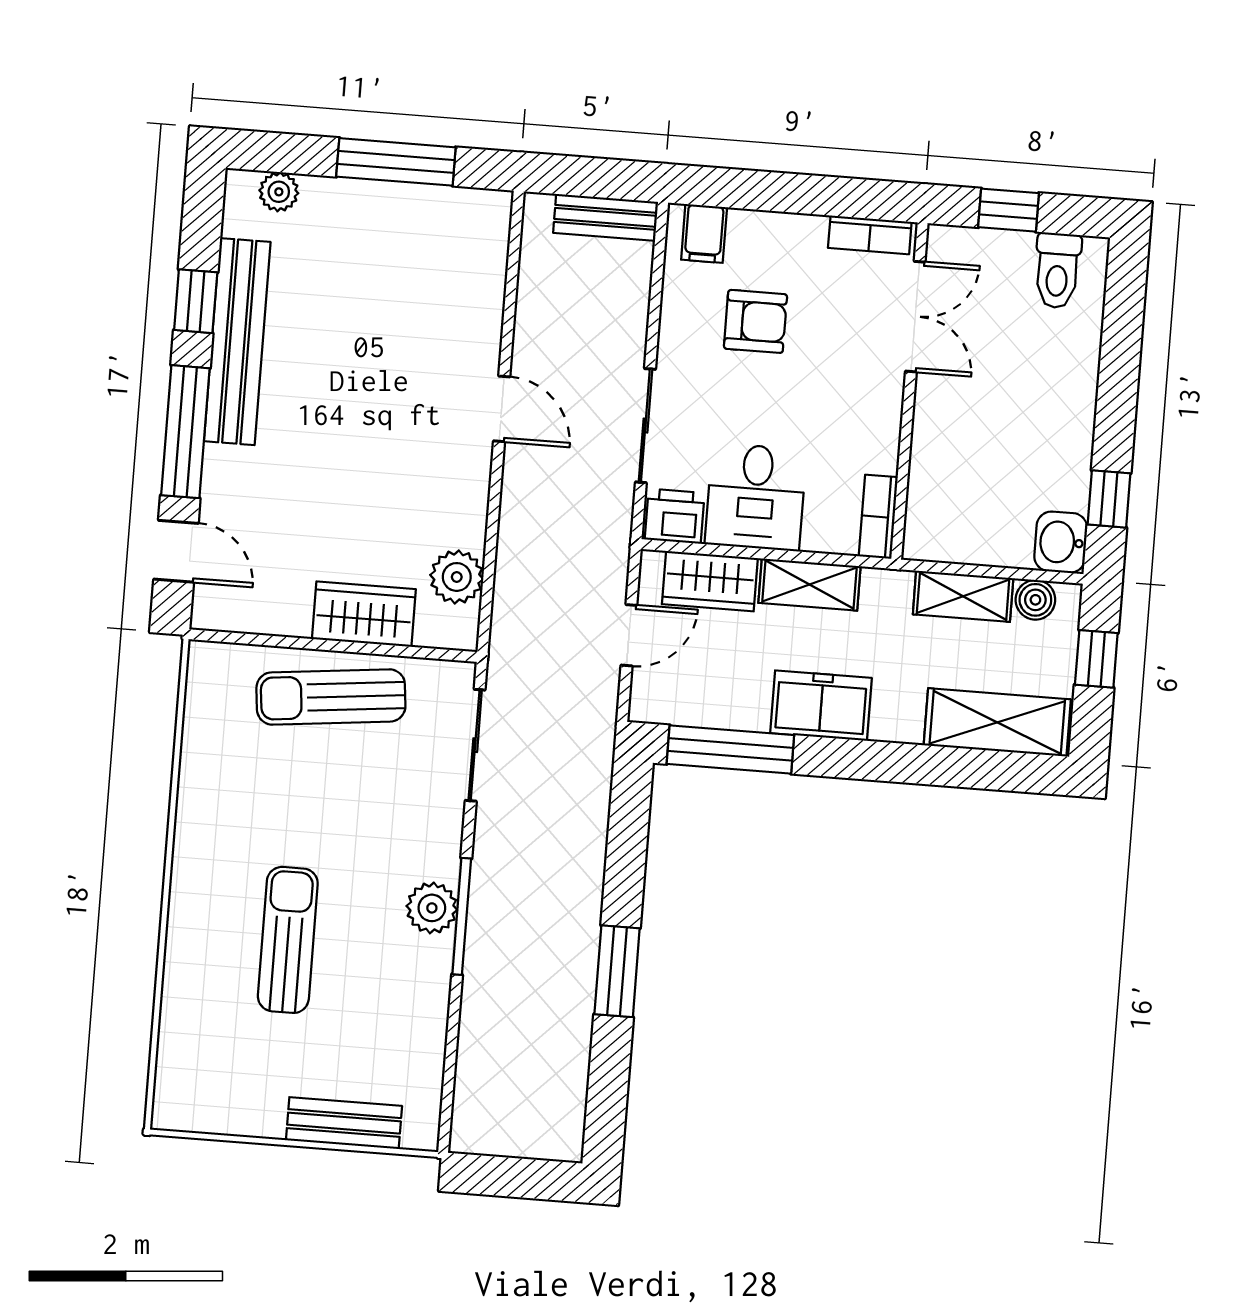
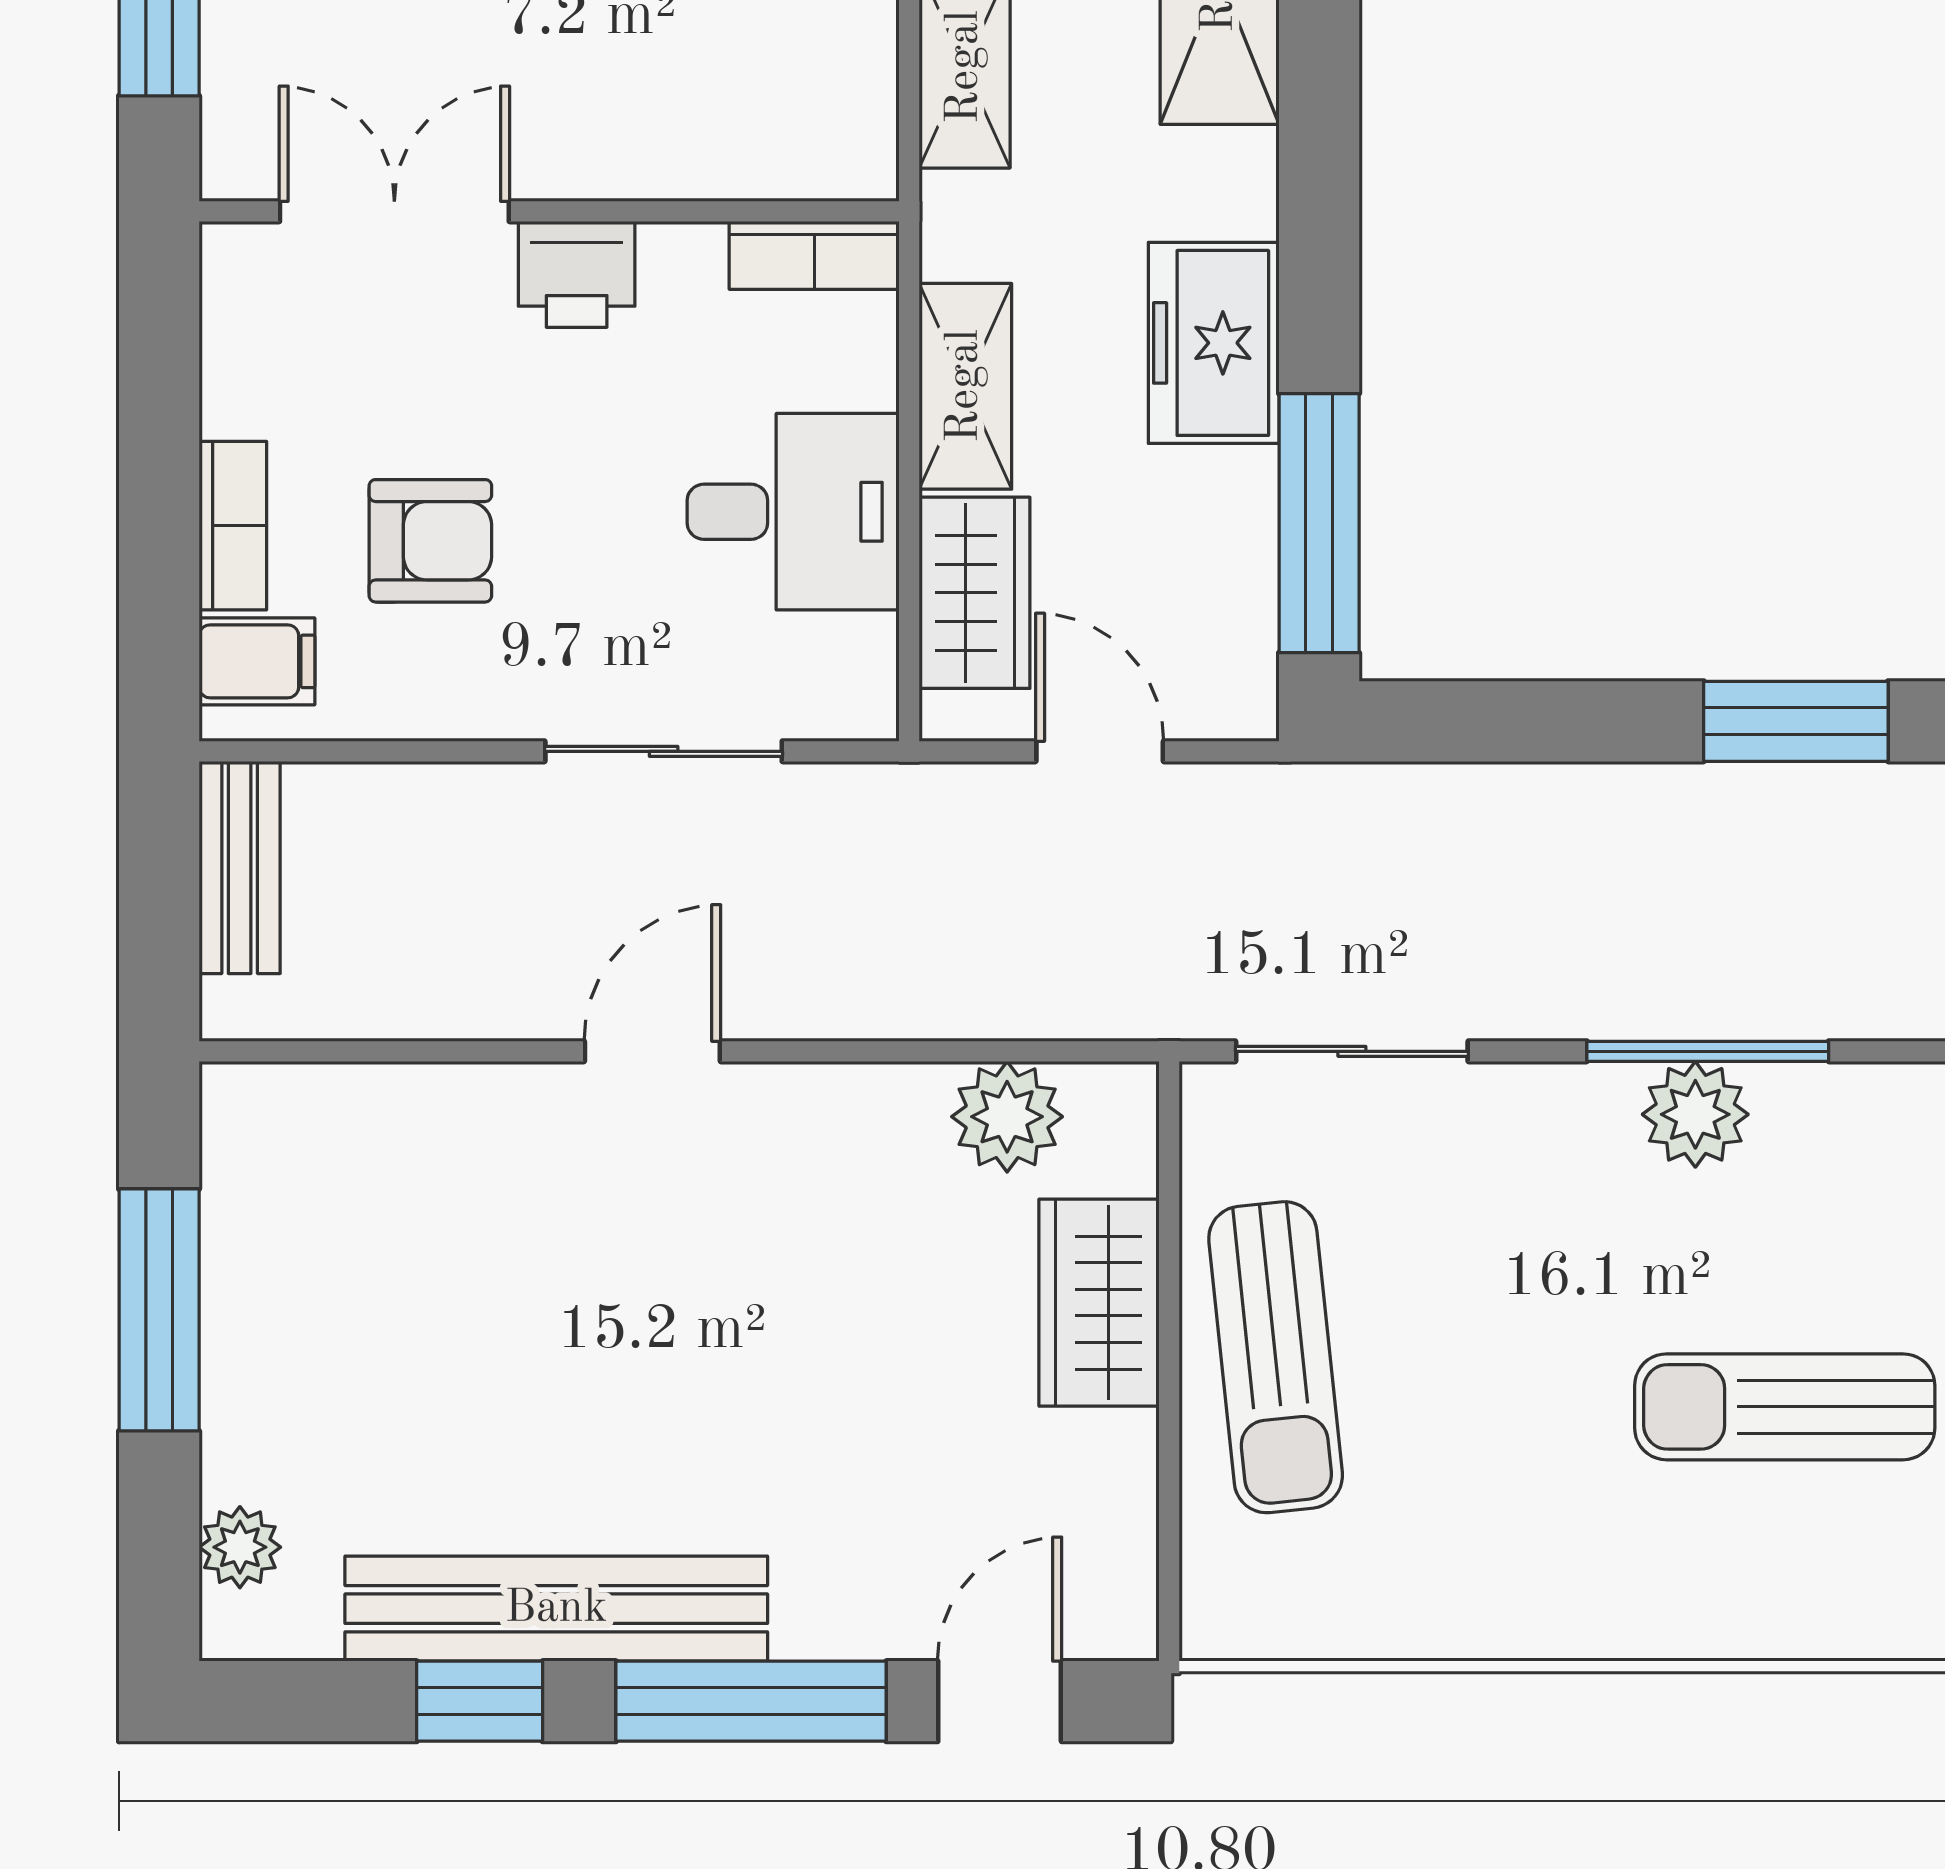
bookcase: (870, 235) -> (233, 526), moved
armchair: (755, 321) -> (430, 541), turned 90
printer: (675, 516) -> (577, 274), moved, turned -90

